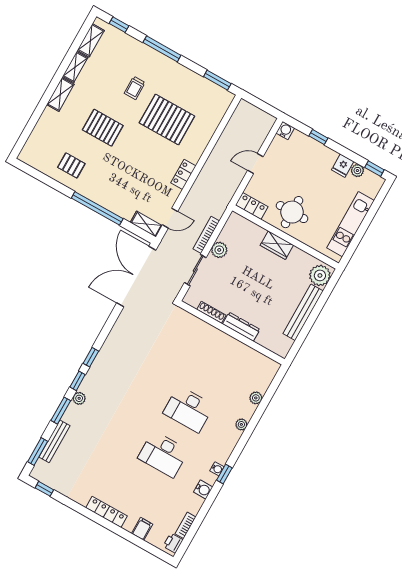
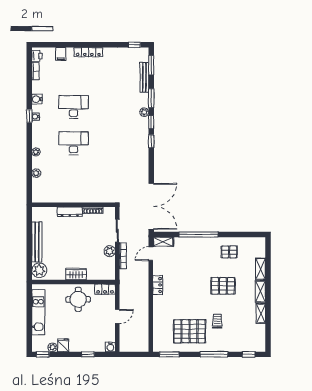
shelving: (91, 40) -> (260, 269), moved
pallet: (167, 120) -> (190, 331), moved

